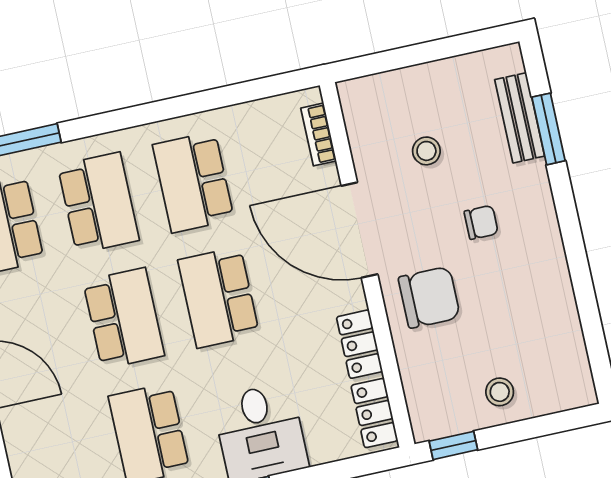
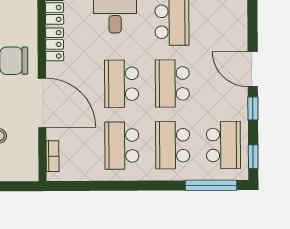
school desk: (193, 182) -> (122, 146), turned 180
school desk: (219, 297) -> (121, 84), turned 180

